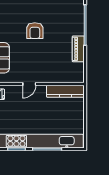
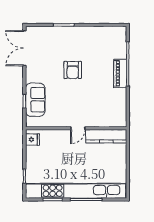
piano: (78, 49) -> (120, 73), moved
door: (29, 84) -> (78, 128), moved

